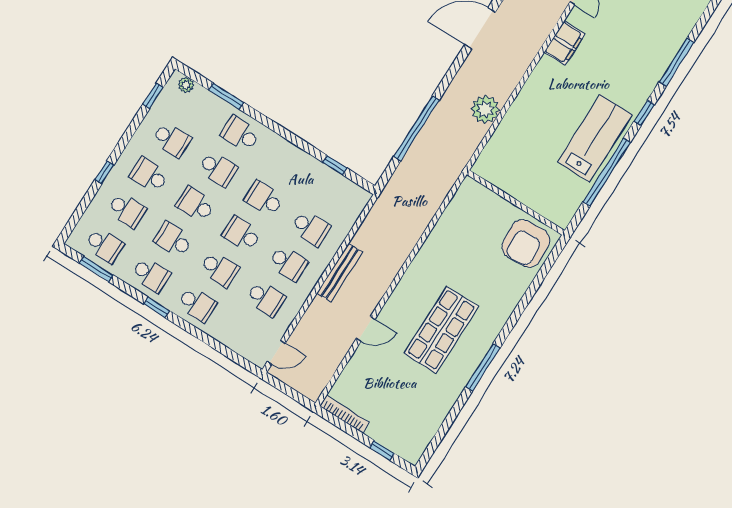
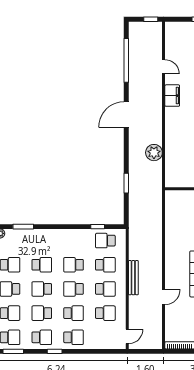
window: (417, 128) -> (126, 183), width x0.47
school desk: (240, 134) -> (105, 241), moved

